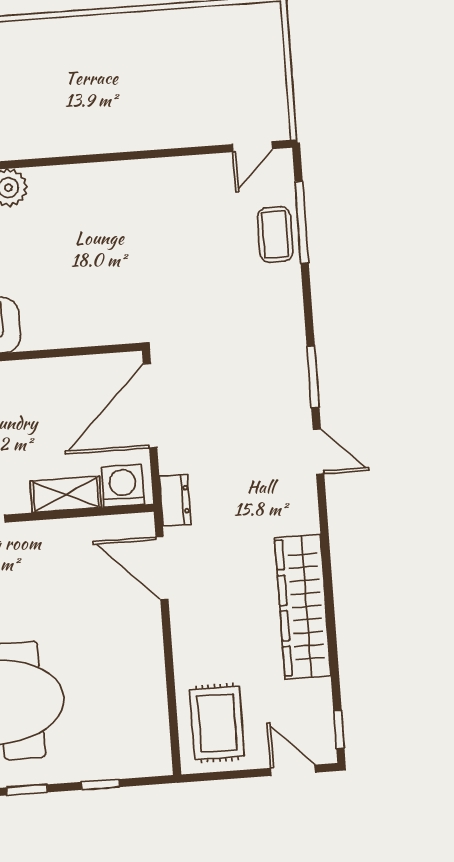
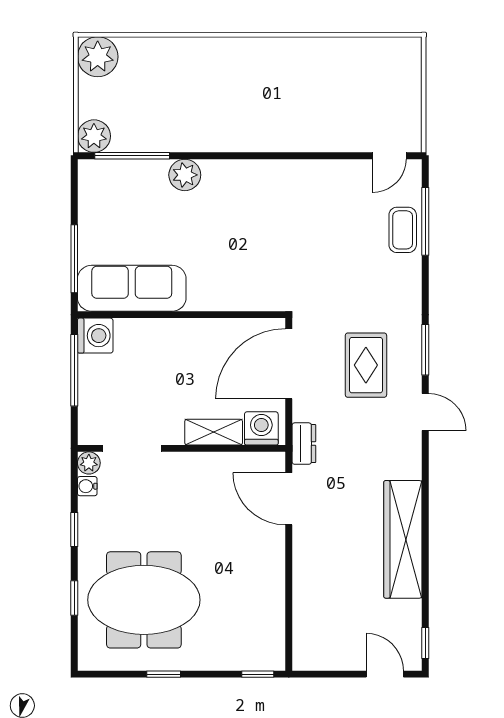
rug: (217, 723) -> (366, 365), moved
window: (100, 784) -> (258, 674), moved

